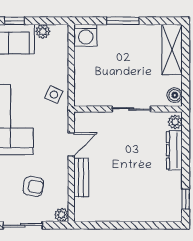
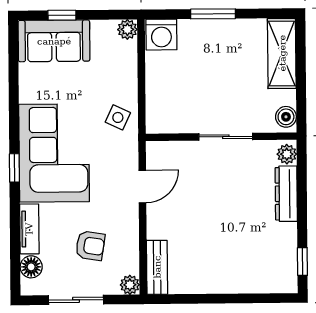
plant: (43, 31) -> (127, 29), moved
bench: (81, 178) -> (157, 267), moved

